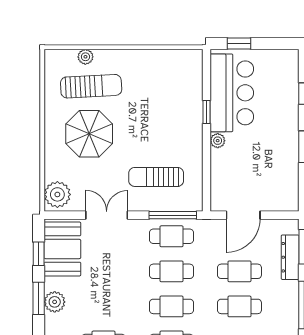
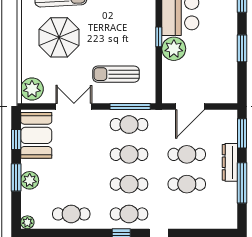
window: (207, 112) -> (159, 37), moved
plant: (218, 141) -> (174, 49), width x1.88, depth x1.88
dresser: (290, 257) -> (230, 162), moved

